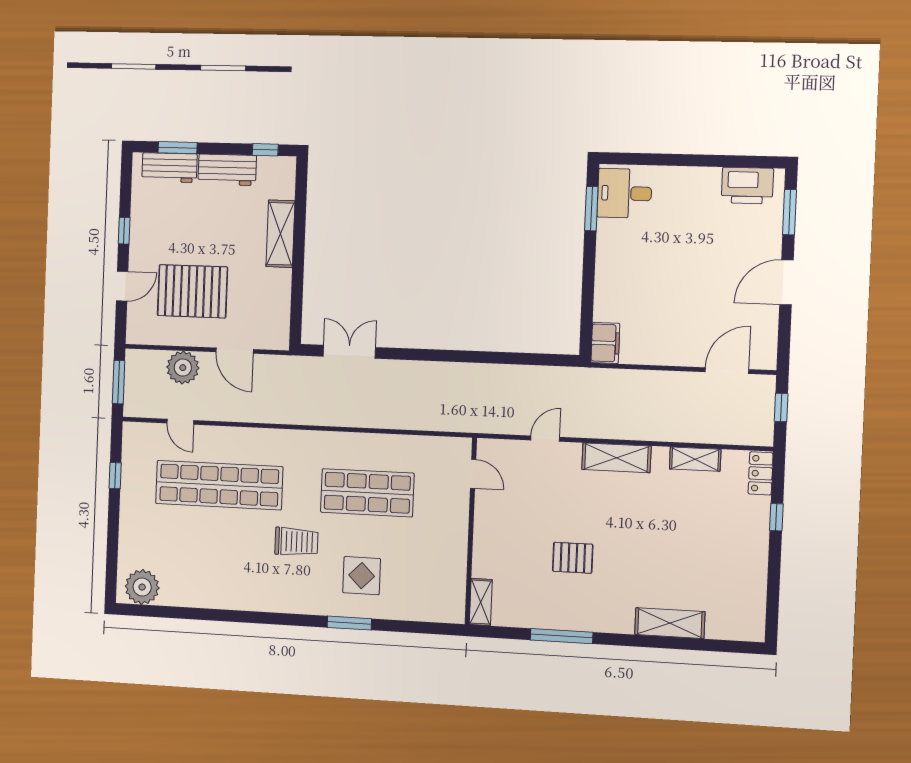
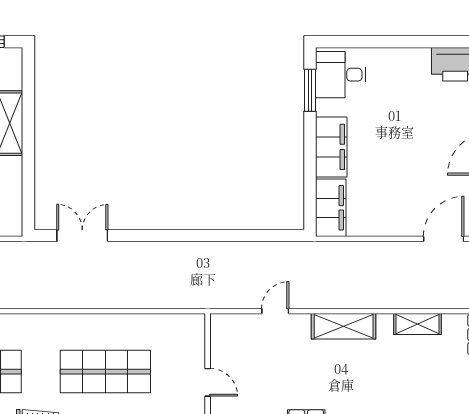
filing cabinet: (611, 269) -> (331, 147), added
filing cabinet: (605, 343) -> (331, 208), width x1.50, depth x1.17
door: (473, 474) -> (208, 382), moved

